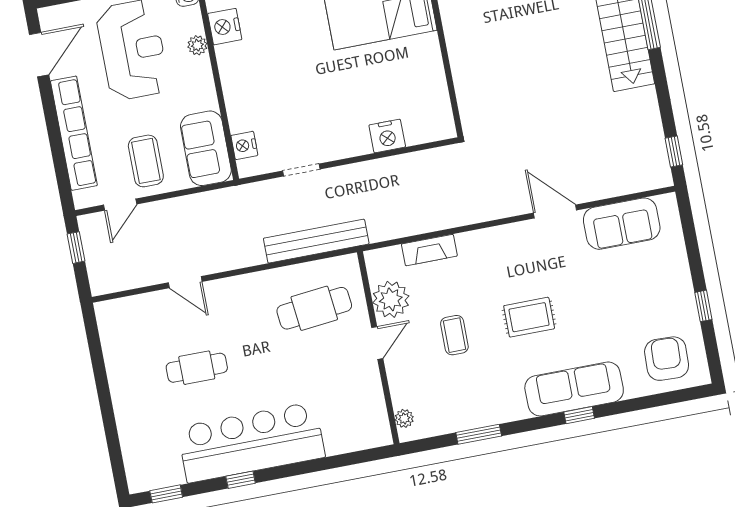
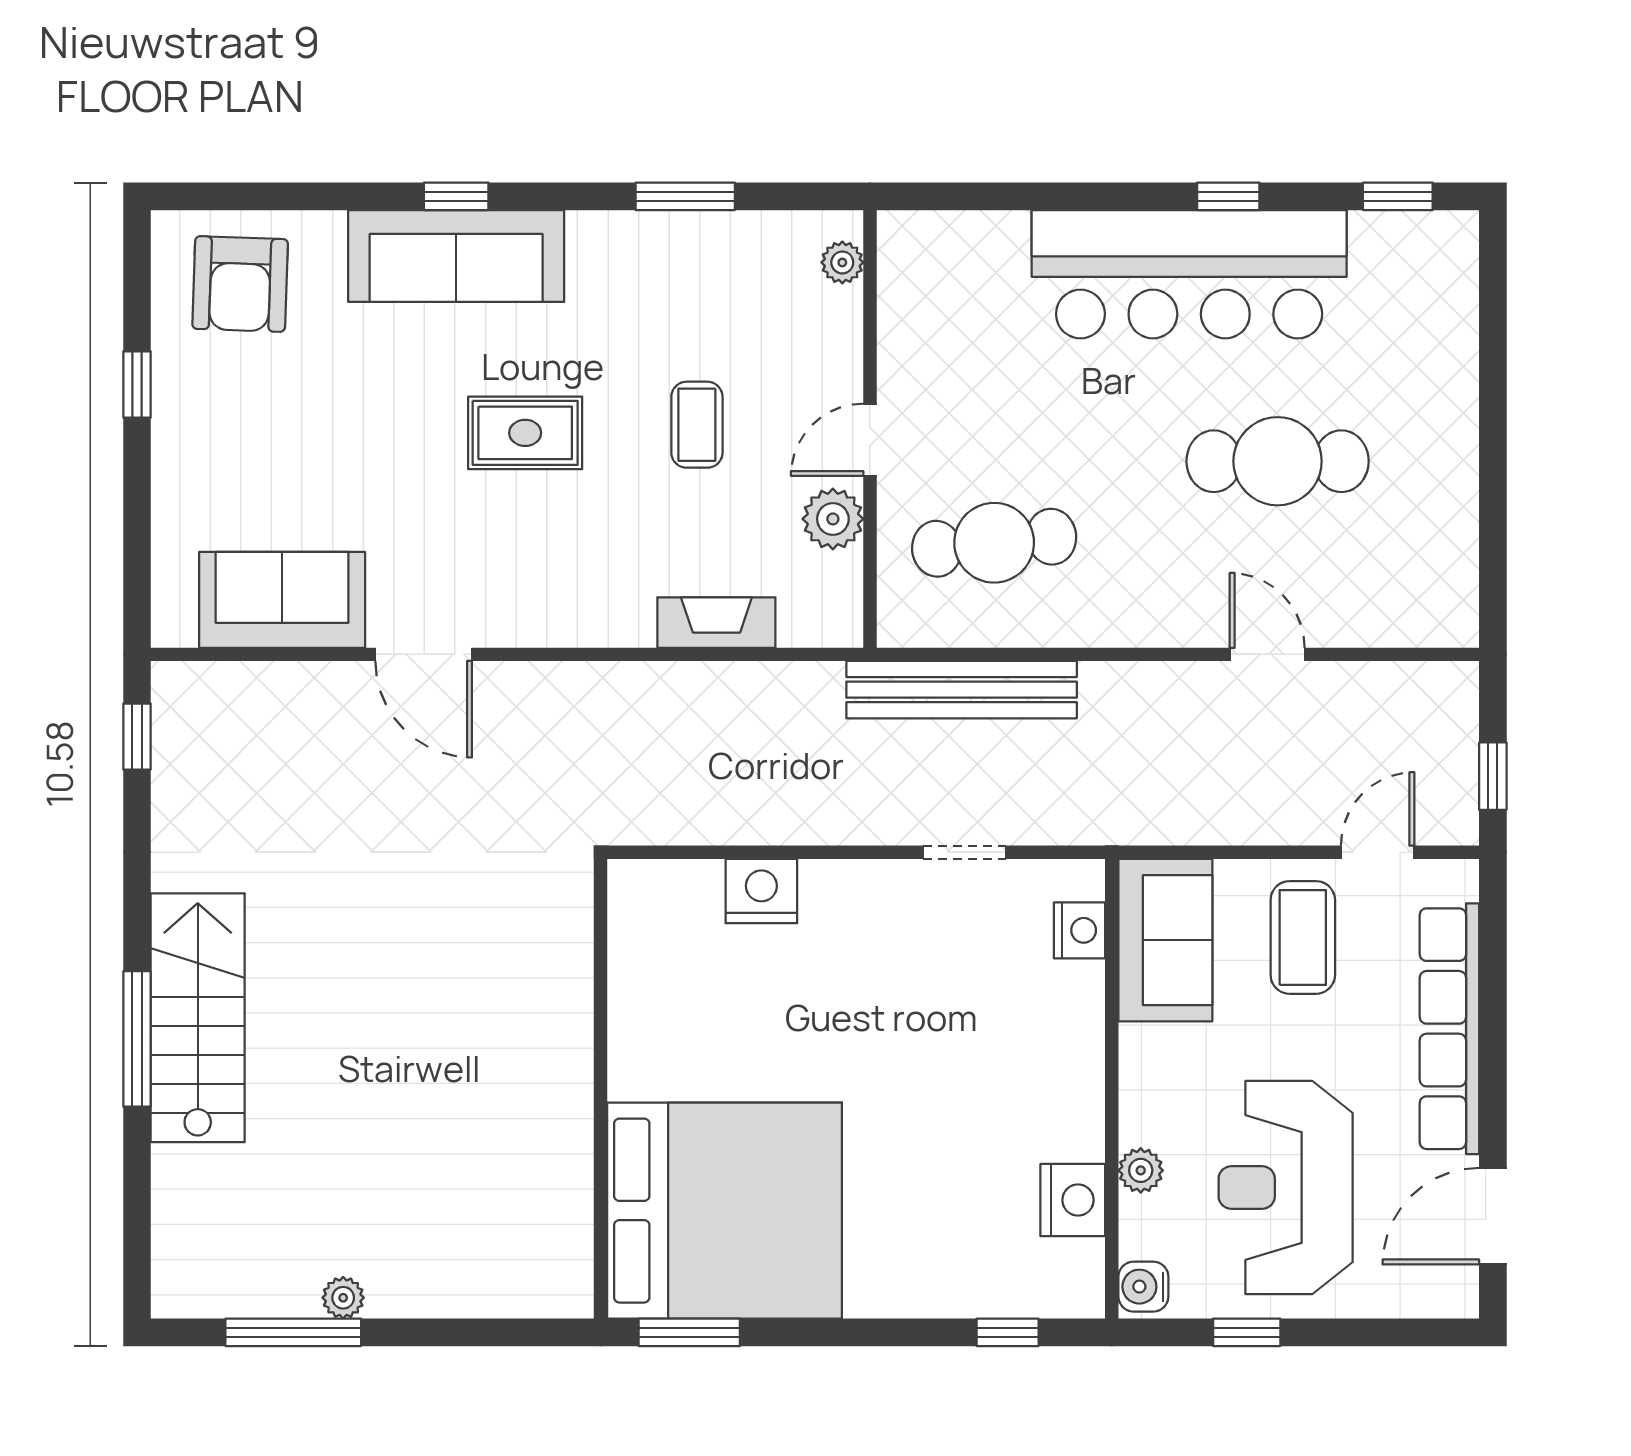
plant: (391, 299) -> (833, 519), width x0.73, depth x0.73
cafe table: (197, 368) -> (1278, 461), width x1.37, depth x1.35

